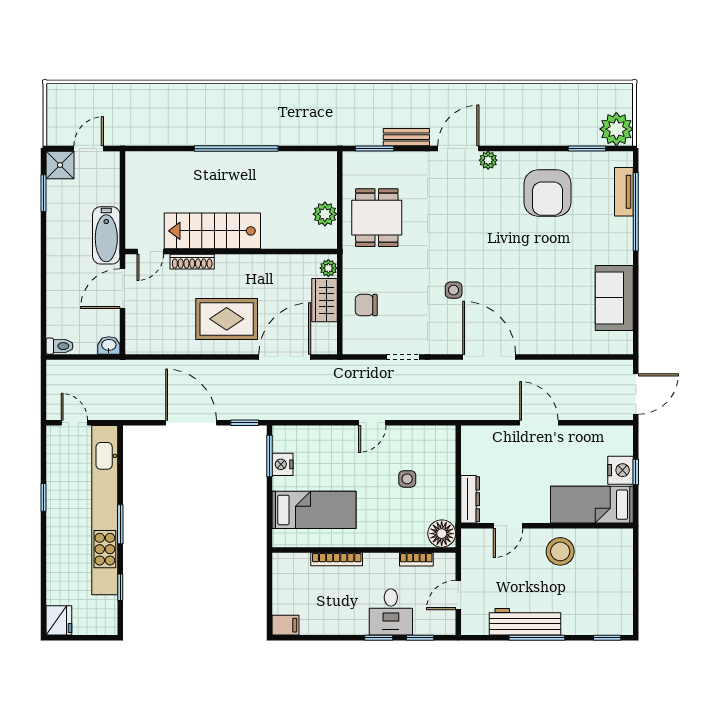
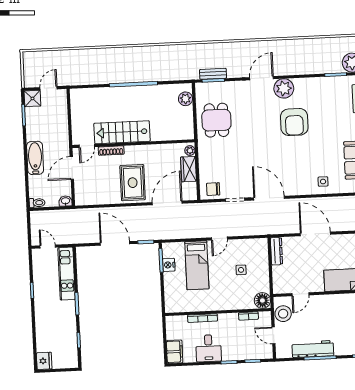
bench: (406, 137) -> (213, 74), moved
plant: (488, 160) -> (284, 88), width x1.88, depth x1.88
armchair: (548, 193) -> (294, 122), moved
plant: (325, 214) -> (185, 99), moved
bathtub: (106, 235) -> (35, 158), moved, turned 180
side table: (454, 290) -> (323, 182), moved
chair: (366, 305) -> (213, 189), moved
rug: (227, 319) -> (133, 183), turned 90
door: (489, 357) -> (269, 198), moved
door: (539, 423) -> (315, 234), width x1.36
dresser: (470, 499) -> (276, 251), moved
kitchen unit: (105, 510) -> (67, 274), width x0.54
bed: (314, 510) -> (197, 265), moved, turned 90
stool: (560, 551) -> (283, 314), moved
door: (458, 595) -> (274, 335), hinge flipped
desk: (391, 612) -> (209, 348), moved
filing cabinet: (285, 625) -> (175, 352), width x2.00

